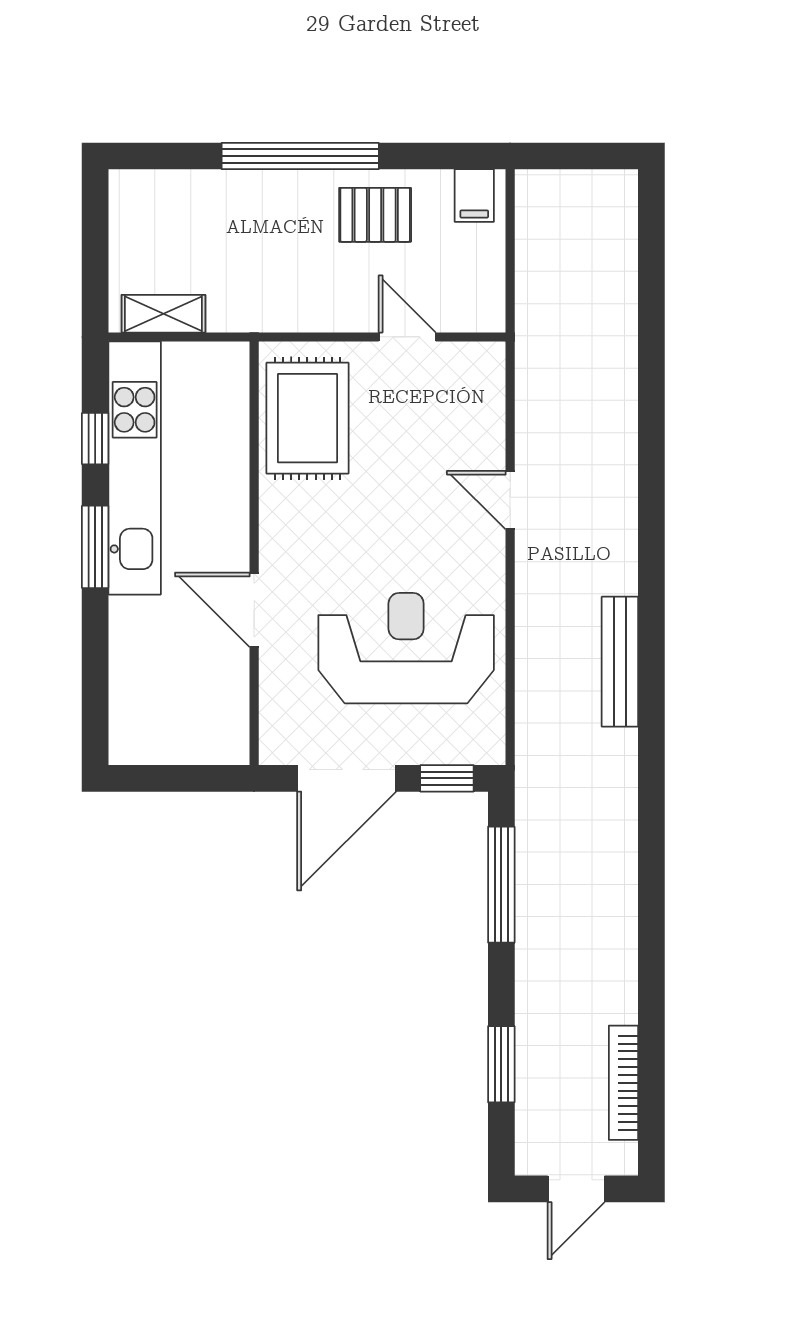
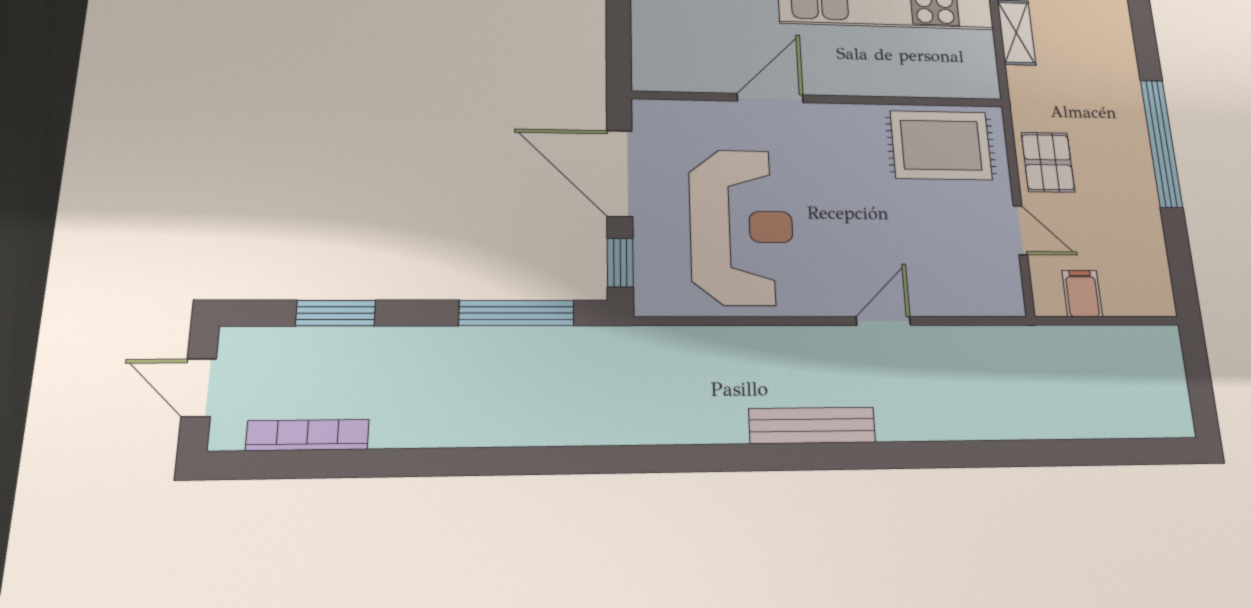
filing cabinet: (474, 196) -> (1082, 293), moved, turned 90
pallet: (375, 215) -> (1048, 162), moved
door: (407, 337) -> (1020, 230), hinge flipped
bench: (620, 662) -> (812, 425), moved

